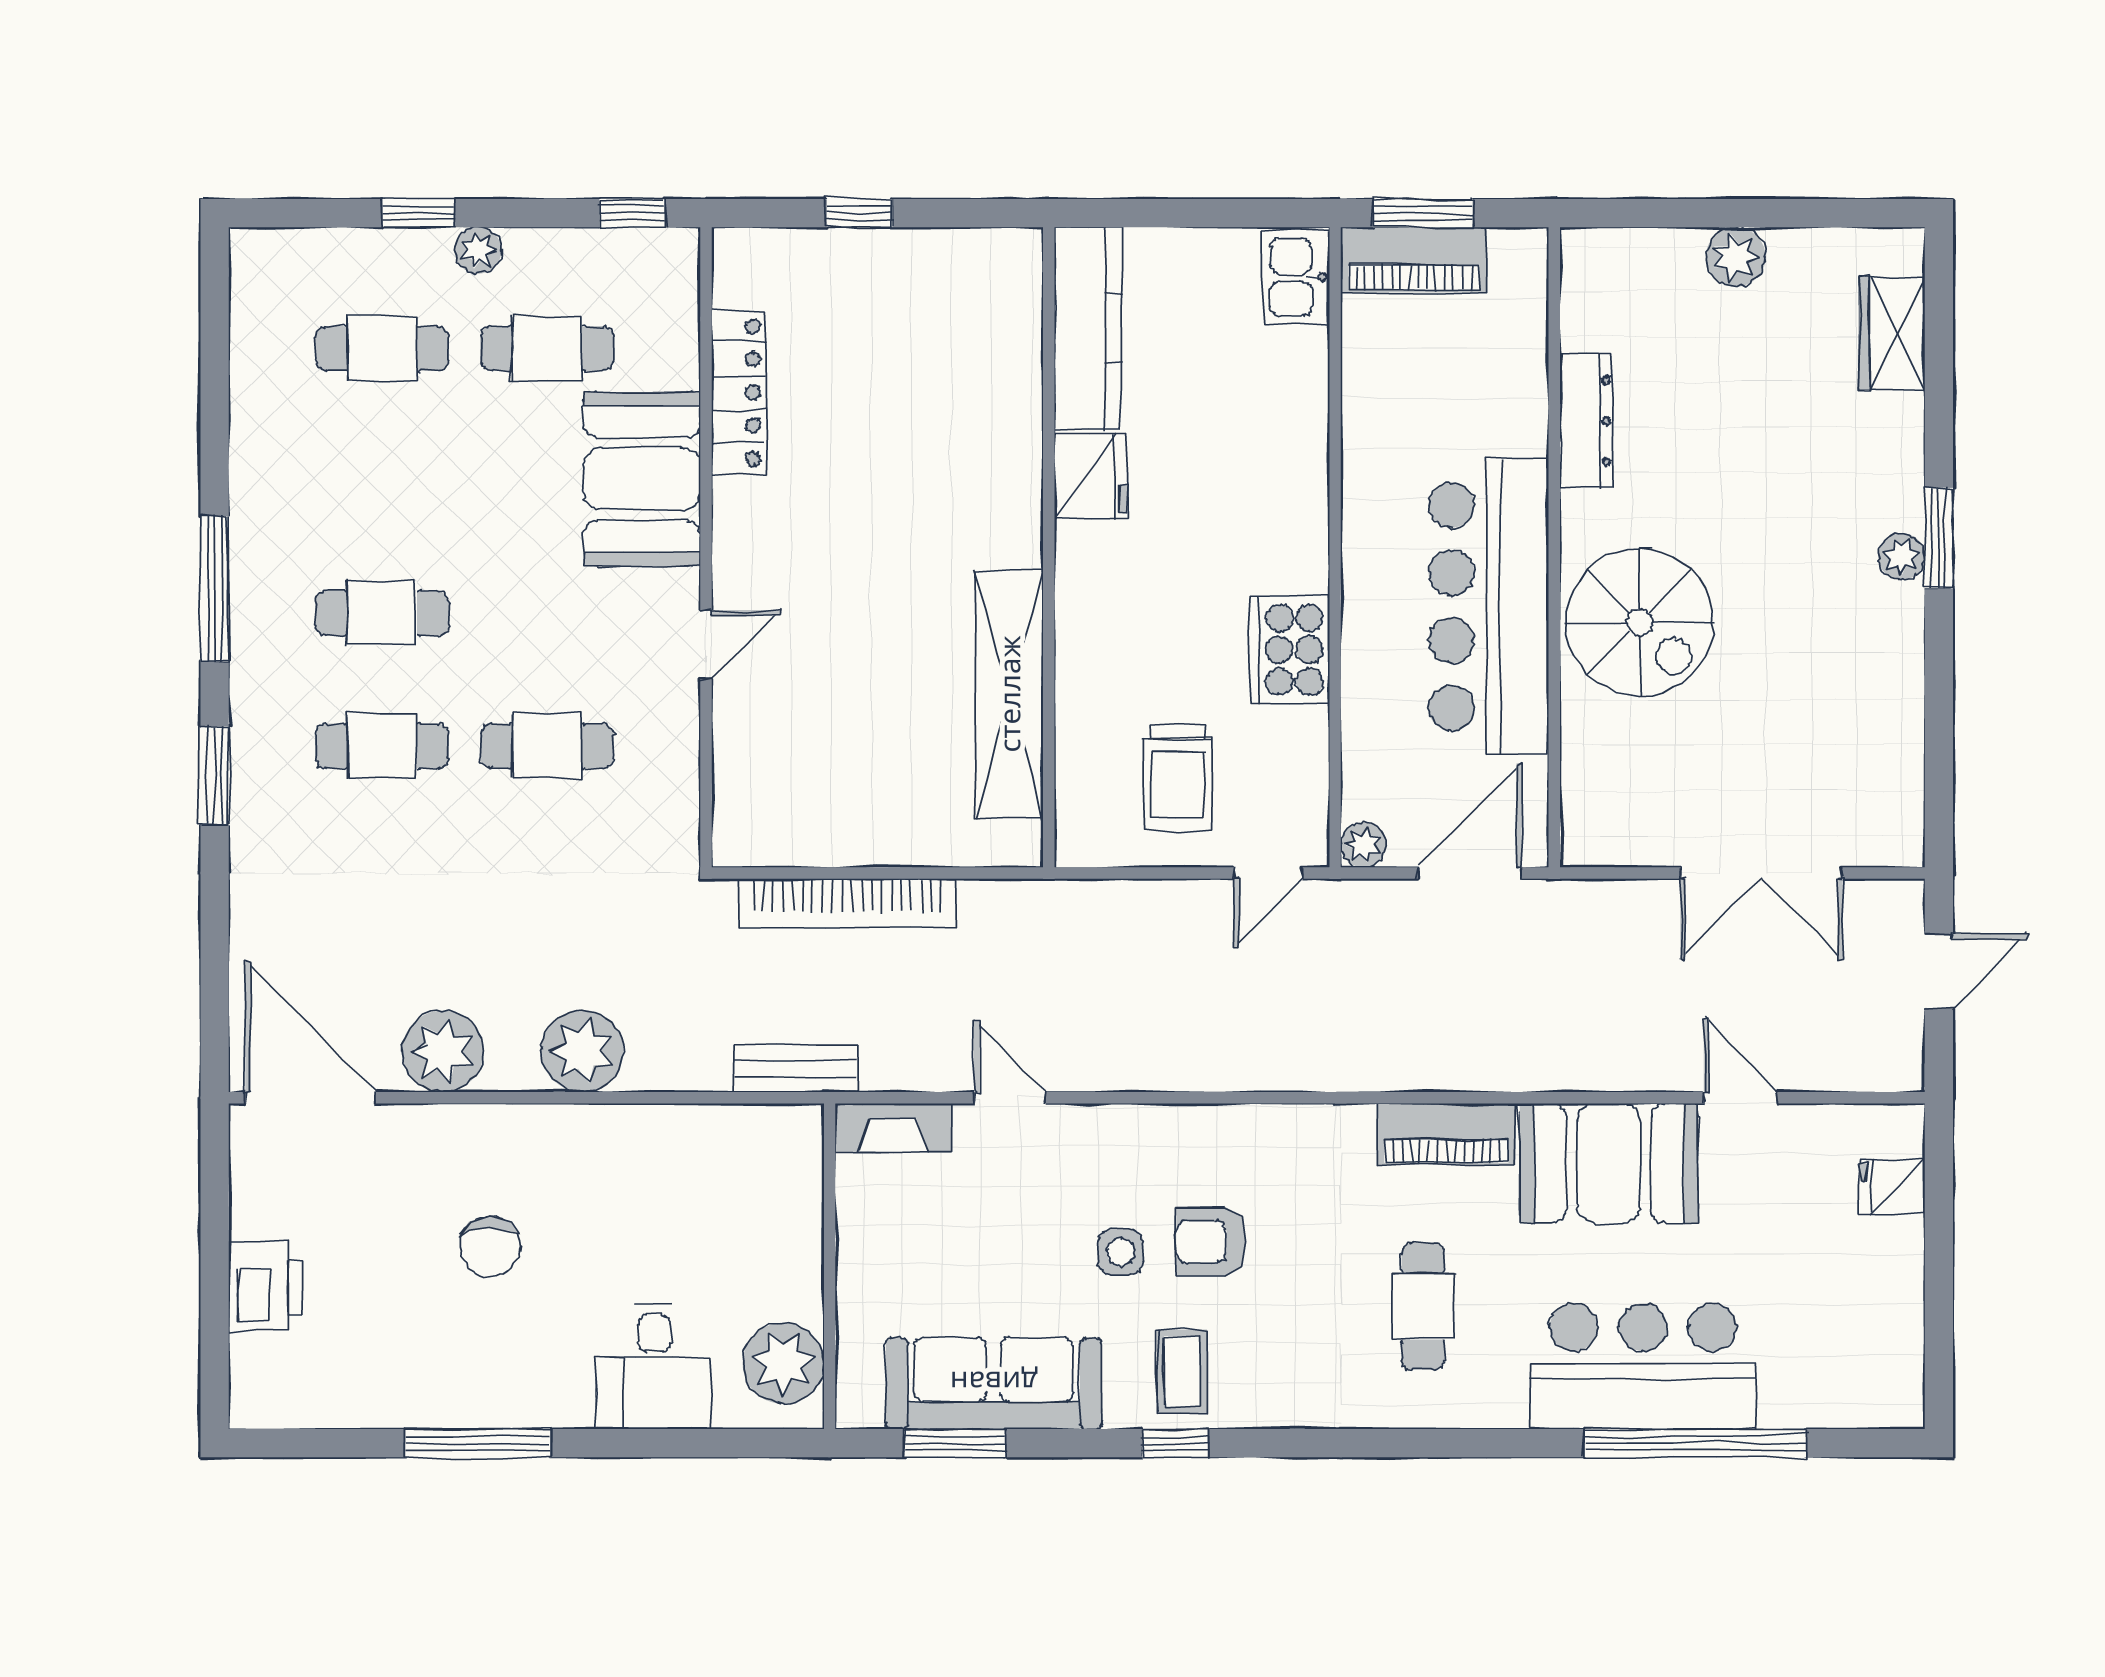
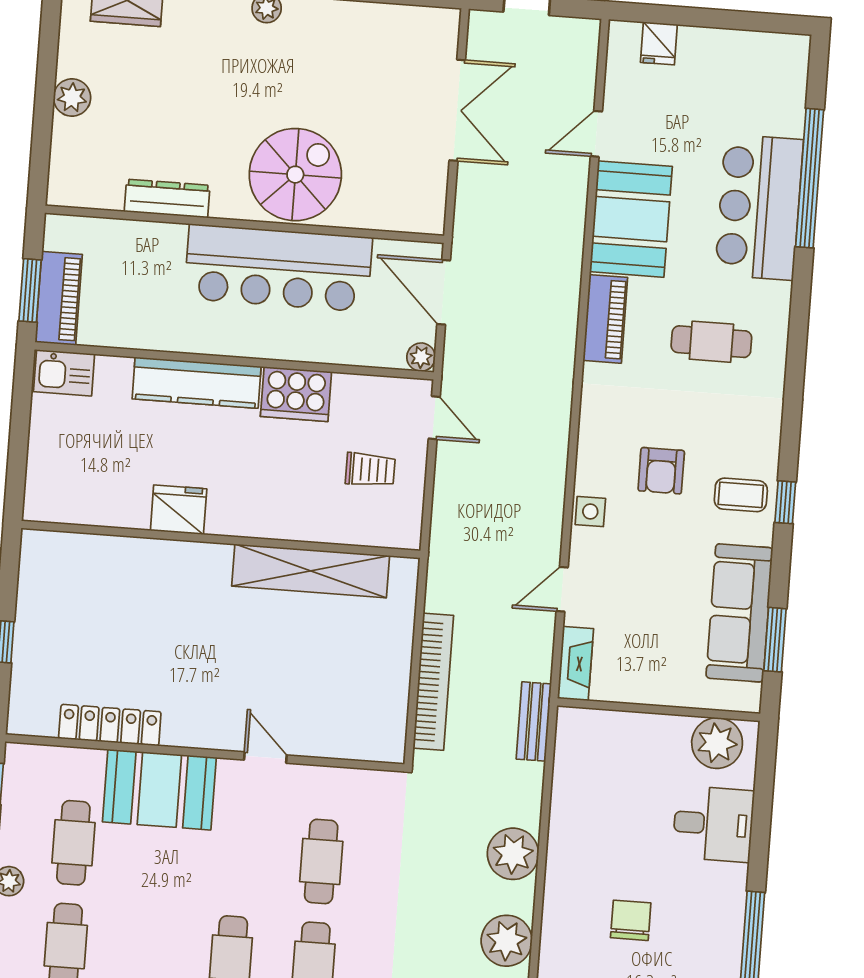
kitchen counter: (1088, 328) -> (197, 383), moved, turned 180
trolley: (1178, 777) -> (370, 470), width x0.73, depth x0.72
chair: (490, 1247) -> (631, 920), turned -90
side table: (1121, 1252) -> (590, 512), moved

